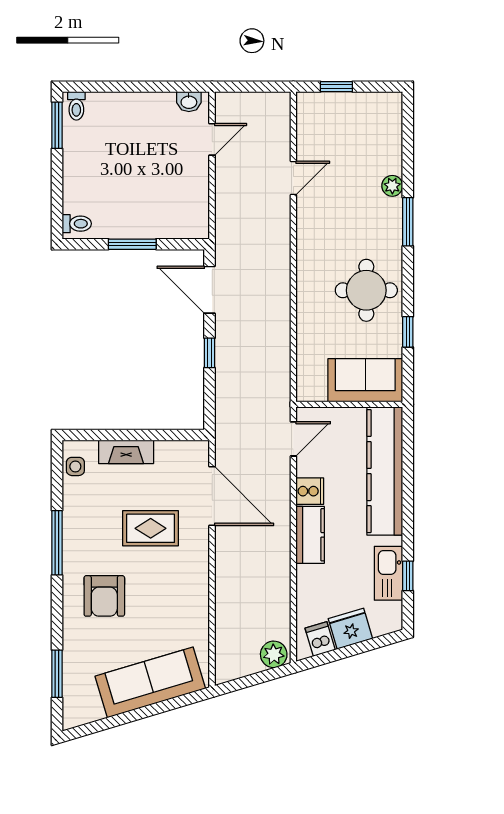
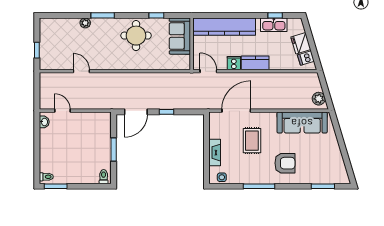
plant: (274, 654) -> (319, 99), moved
sofa: (150, 682) -> (302, 123), moved, turned -73

